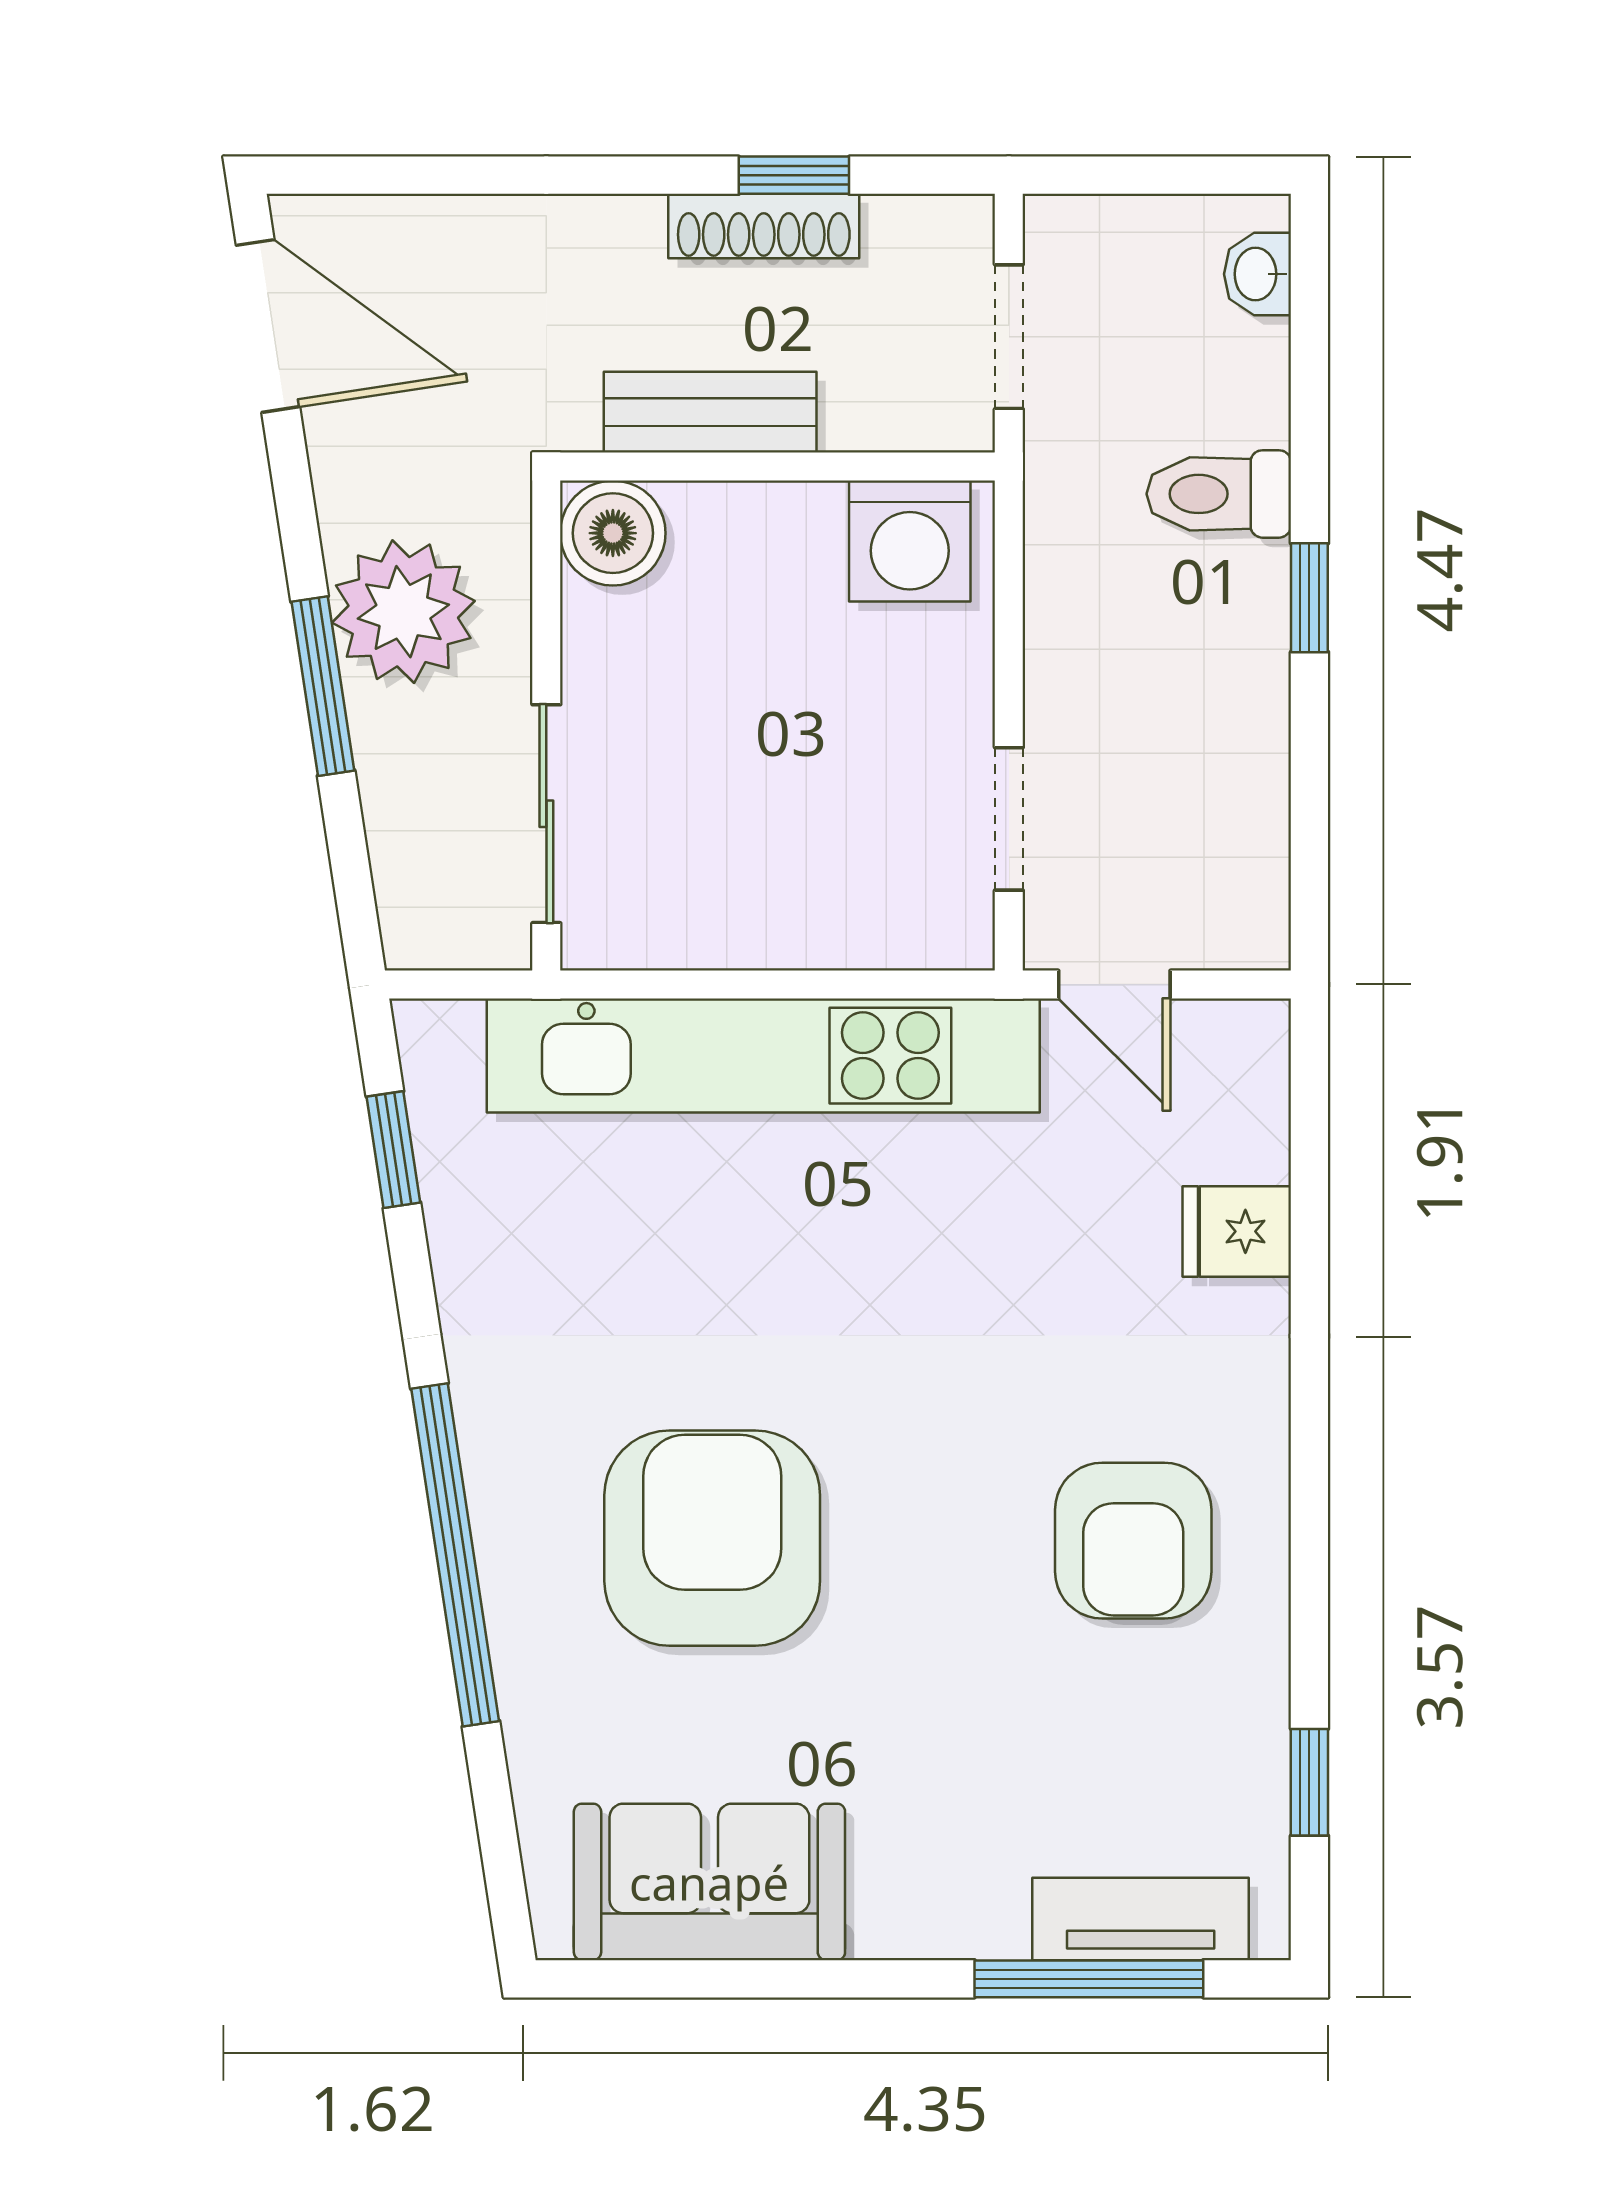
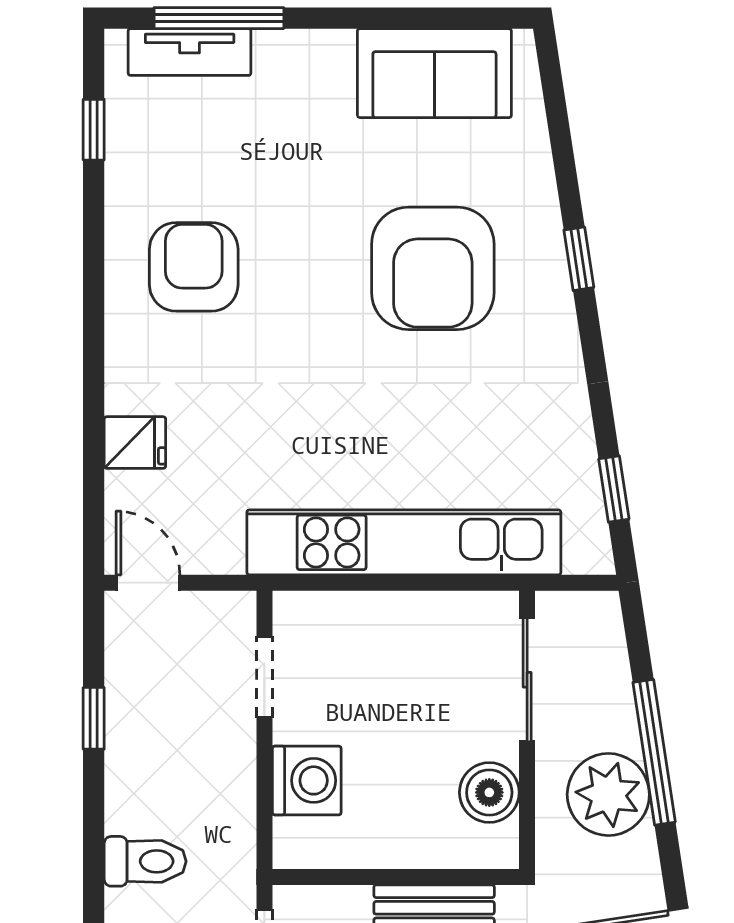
boiler: (613, 533) -> (489, 792), moved
washing machine: (910, 541) -> (307, 780), moved, turned 90
window: (1309, 598) -> (94, 718), moved
window: (323, 686) -> (654, 752), width x1.44
door: (1114, 985) -> (148, 583), moved
window: (455, 1555) -> (579, 259), width x0.32

